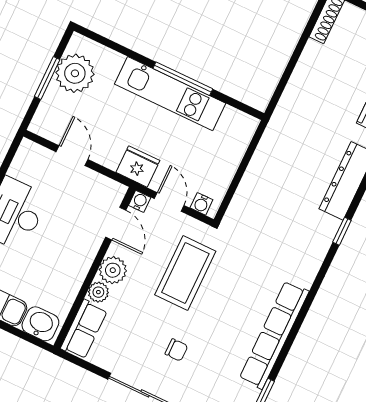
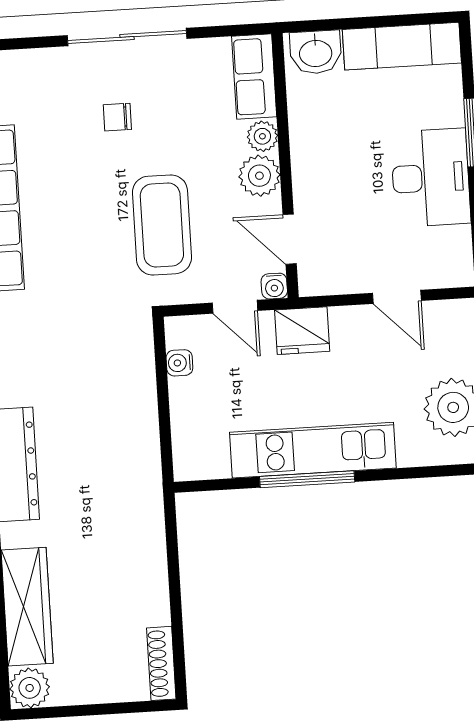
water cooler: (201, 204) -> (179, 363), moved, turned -90

